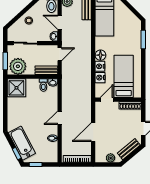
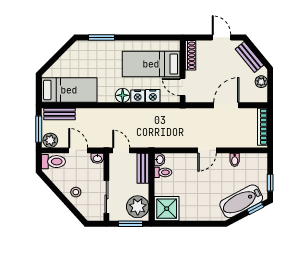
door: (60, 22) -> (78, 150), swing flipped
door: (60, 118) -> (207, 150), hinge flipped
door: (93, 132) -> (226, 105), swing flipped

